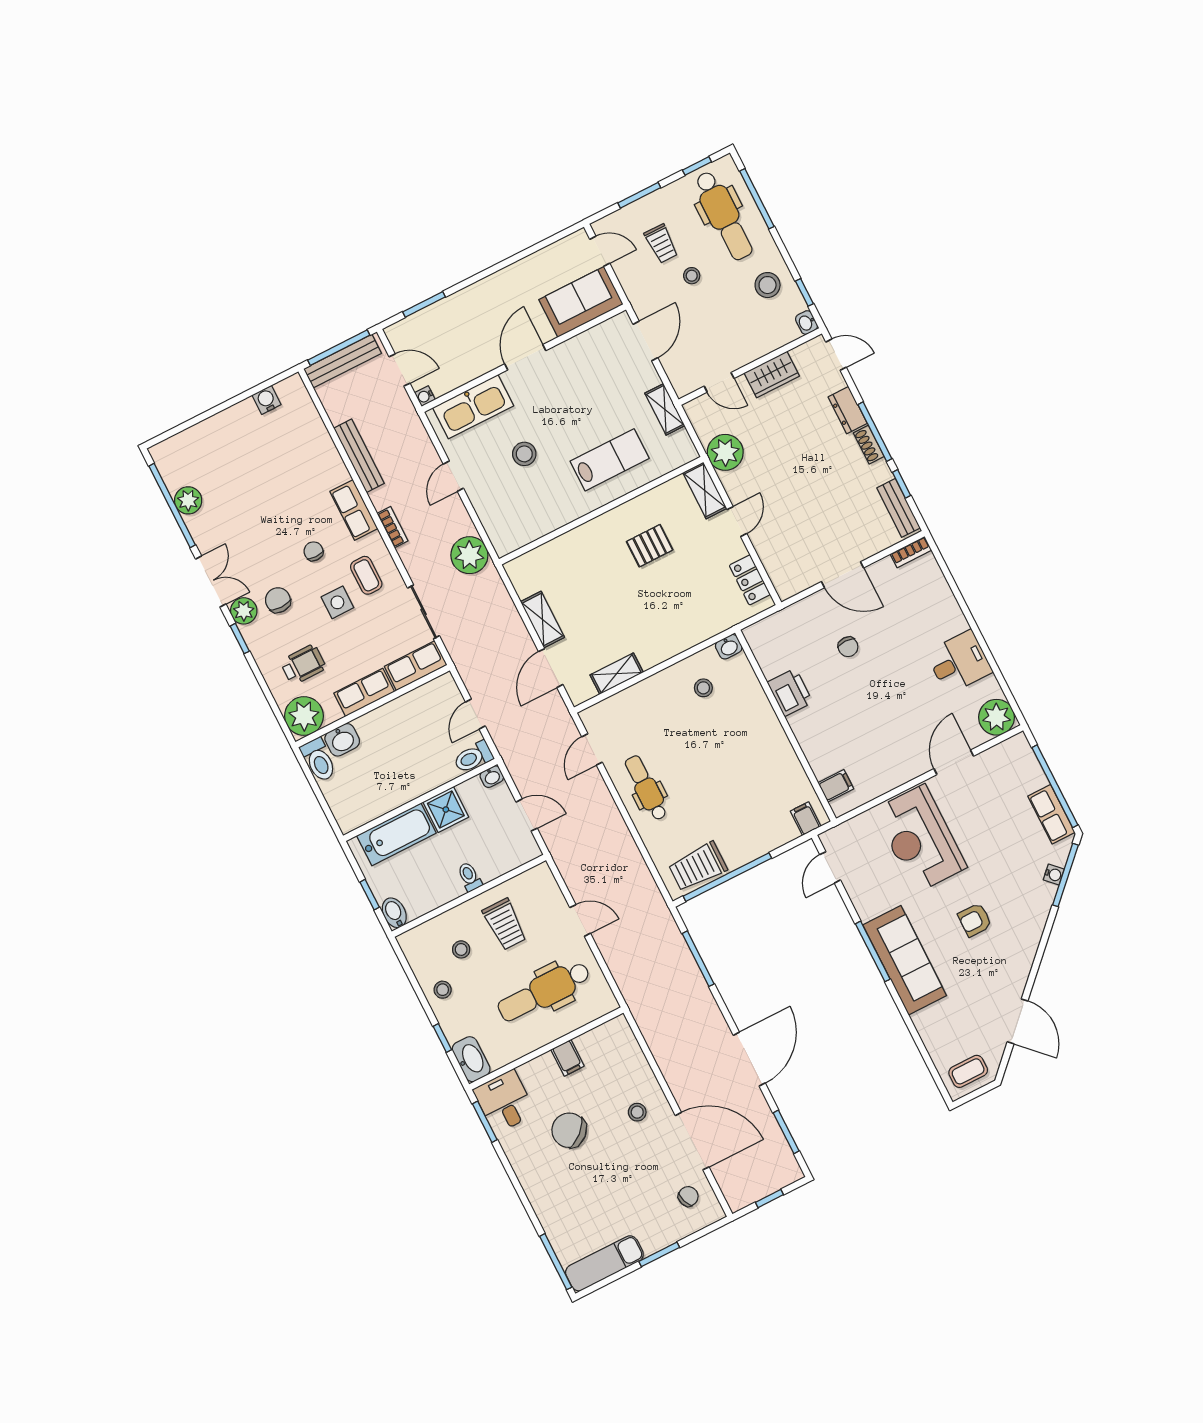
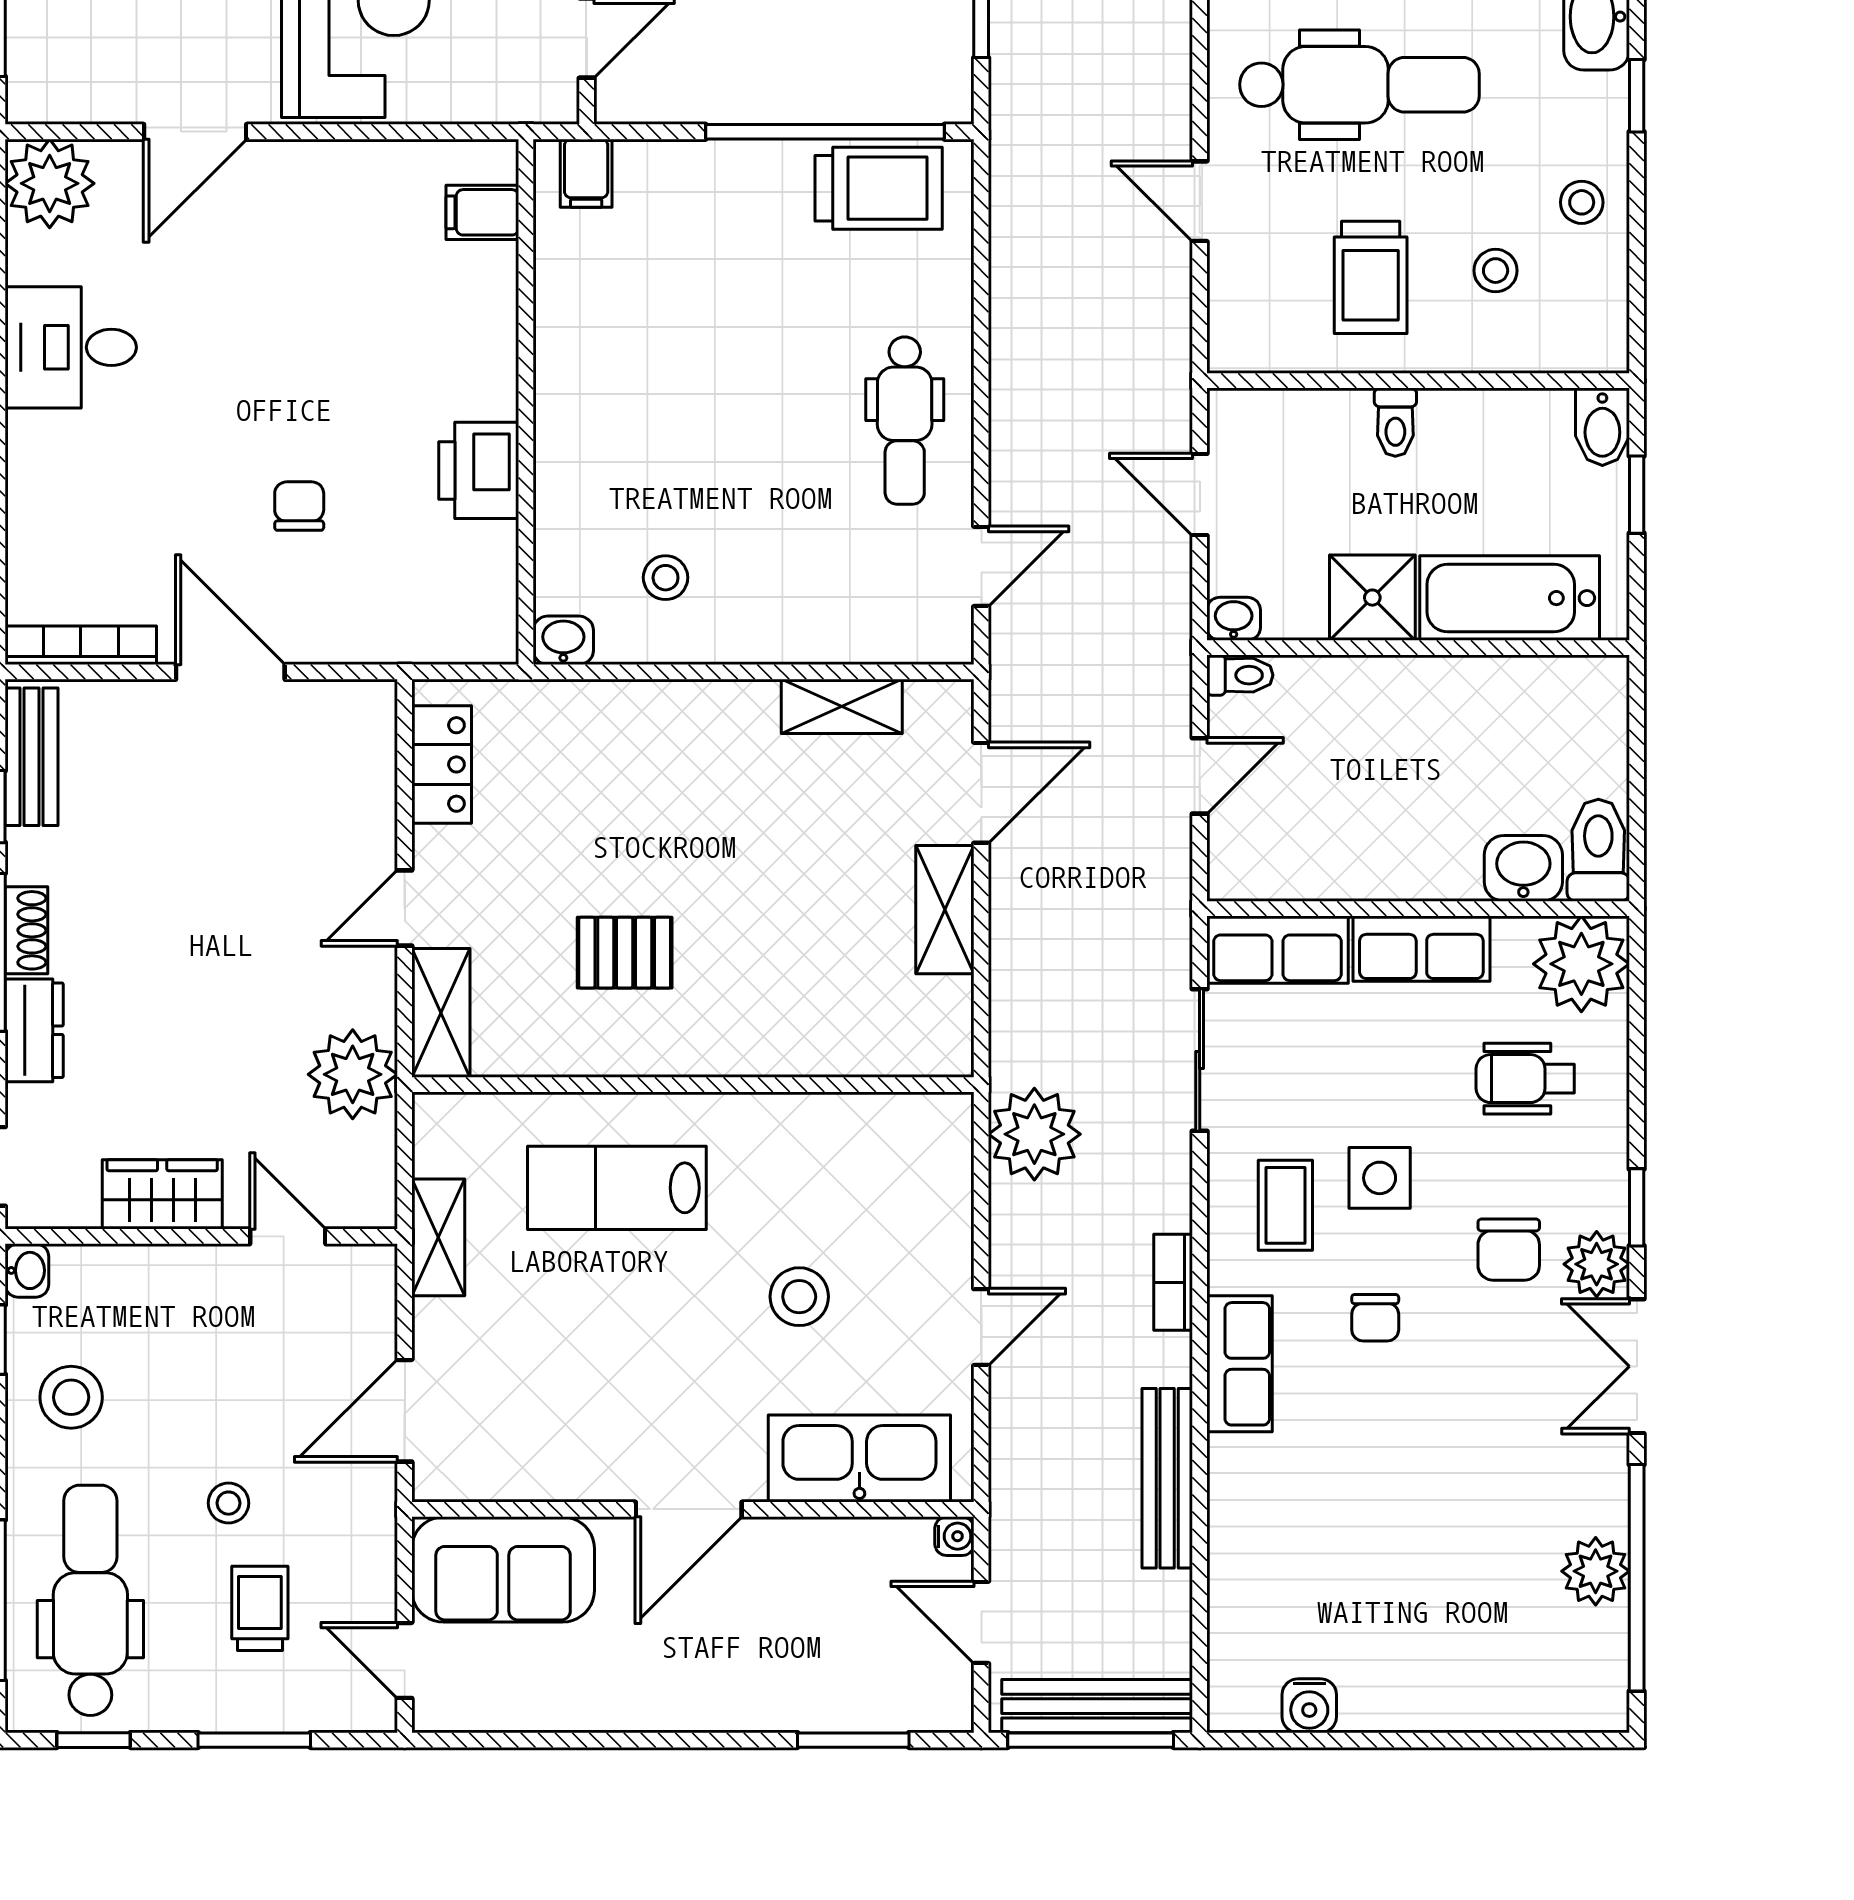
bookcase: (911, 552) -> (81, 645), width x1.56
toilet: (473, 757) -> (1240, 675), width x0.73, depth x0.72
trolley: (505, 924) -> (1371, 277), turned 180

